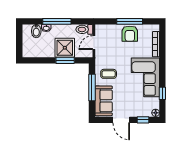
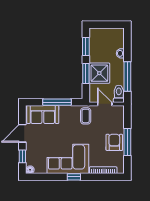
window: (57, 21) -> (127, 76), moved
bidet: (36, 31) -> (117, 43), removed
armchair: (130, 34) -> (114, 142), turned 90
window: (40, 60) -> (86, 47), added
coffee table: (109, 74) -> (86, 116), moved
window: (162, 93) -> (74, 177), moved

